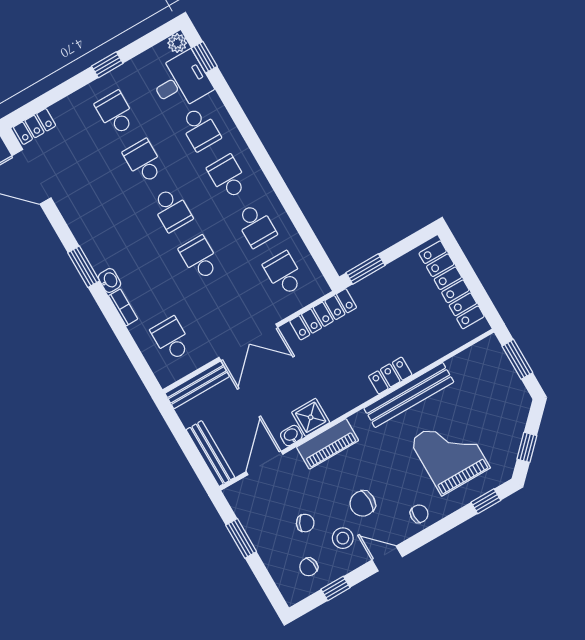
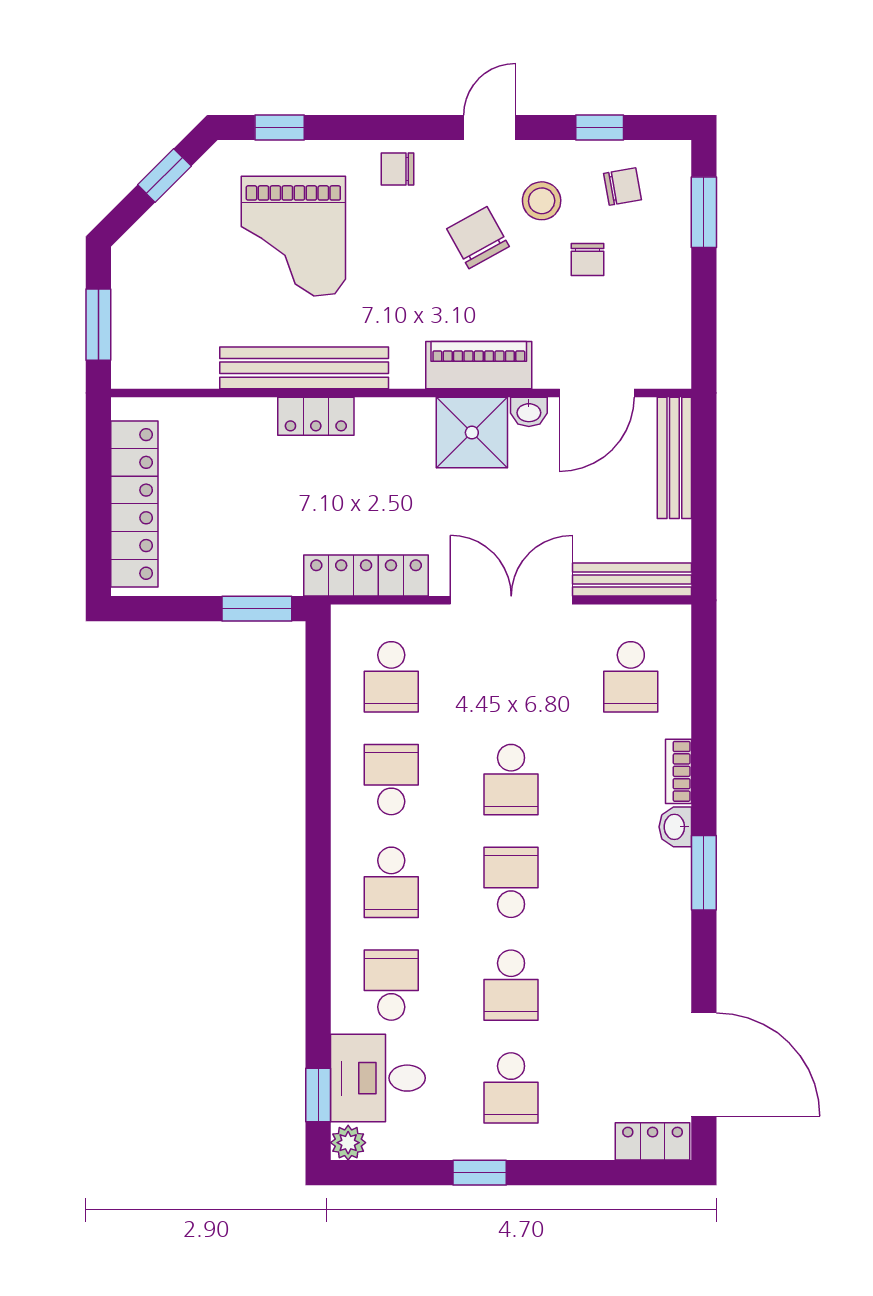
shower: (311, 417) -> (472, 433), width x1.36, depth x1.36
chair: (363, 504) -> (478, 238), turned -119
chair: (305, 523) -> (588, 260), turned -117
window: (241, 538) -> (704, 212), moved
door: (387, 558) -> (490, 127), swing flipped

